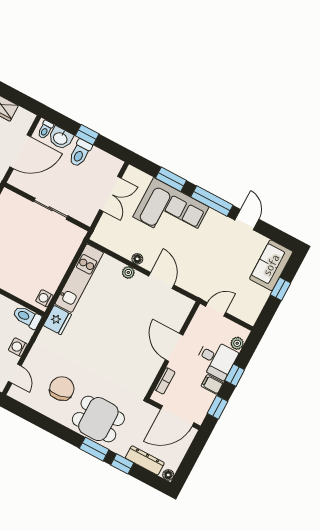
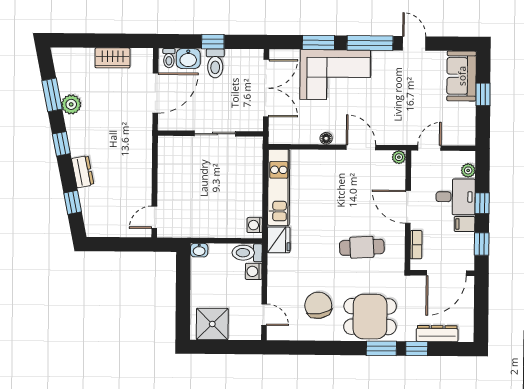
double door: (110, 194) -> (266, 88), width x1.37
plant: (128, 272) -> (399, 157), moved
washing machine: (18, 347) -> (254, 271), moved
cafe table: (121, 360) -> (362, 247), added
floor lamp: (168, 475) -> (468, 336), removed

